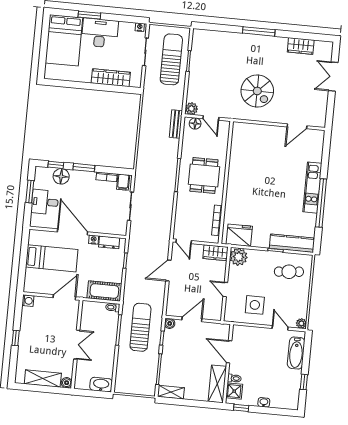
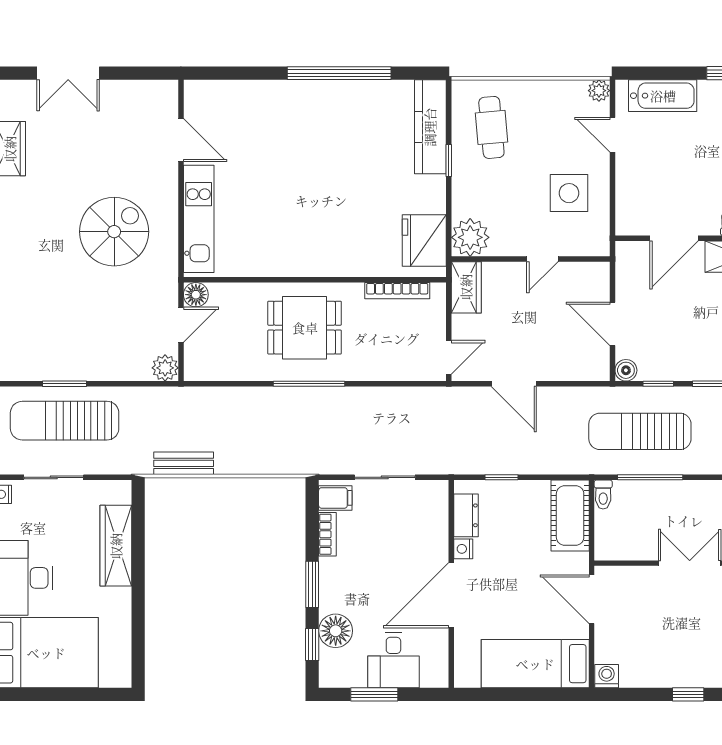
floor lamp: (195, 123) -> (196, 295), moved
bench: (176, 124) -> (184, 463), moved
kitchen unit: (312, 188) -> (199, 219), moved, turned -90
bed: (52, 258) -> (535, 664), moved, turned -90
door: (280, 328) -> (612, 135), hinge flipped

